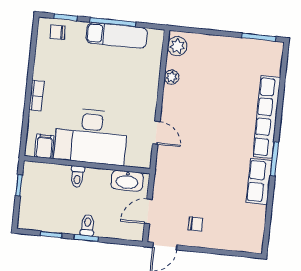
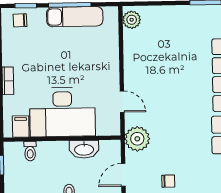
plant: (172, 77) -> (137, 139), moved, width x1.88, depth x1.88
toilet: (77, 177) -> (30, 151), moved
washbasin: (127, 181) -> (84, 149), moved

